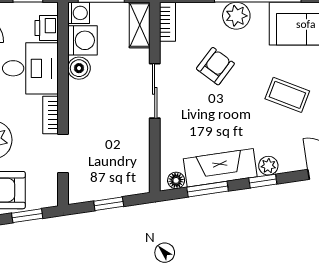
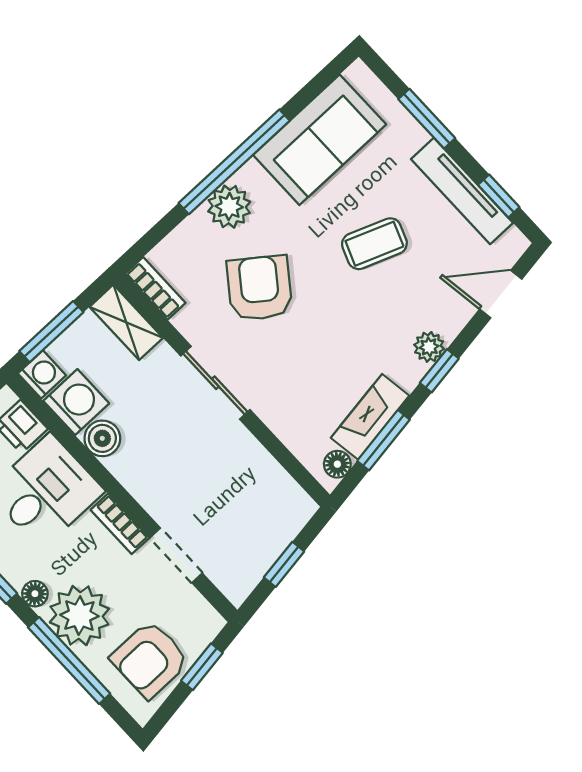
armchair: (215, 66) -> (259, 288), width x1.38, depth x1.38
fireplace: (220, 168) -> (370, 417), width x0.73, depth x0.76

